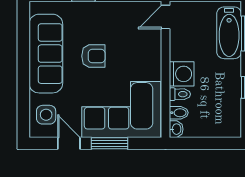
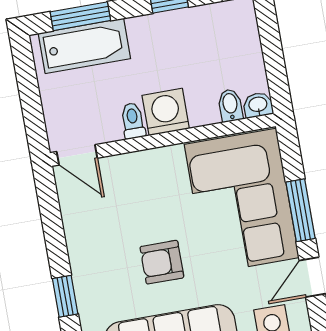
armchair: (93, 56) -> (162, 262), turned -90
toilet: (180, 94) -> (133, 121), moved

